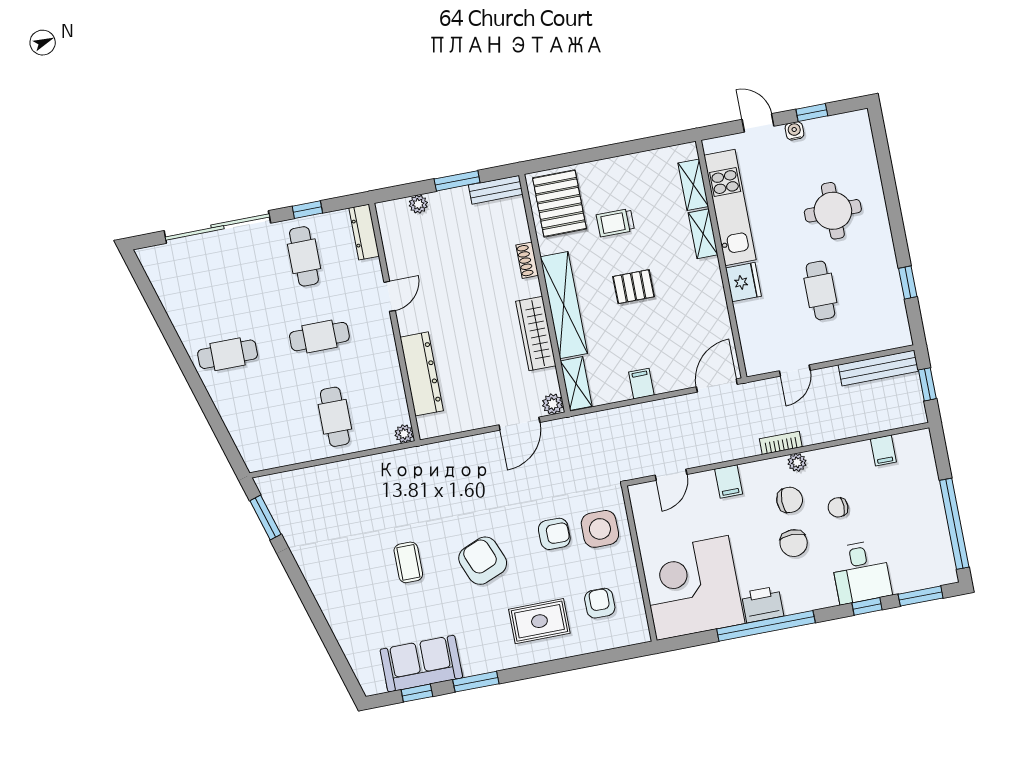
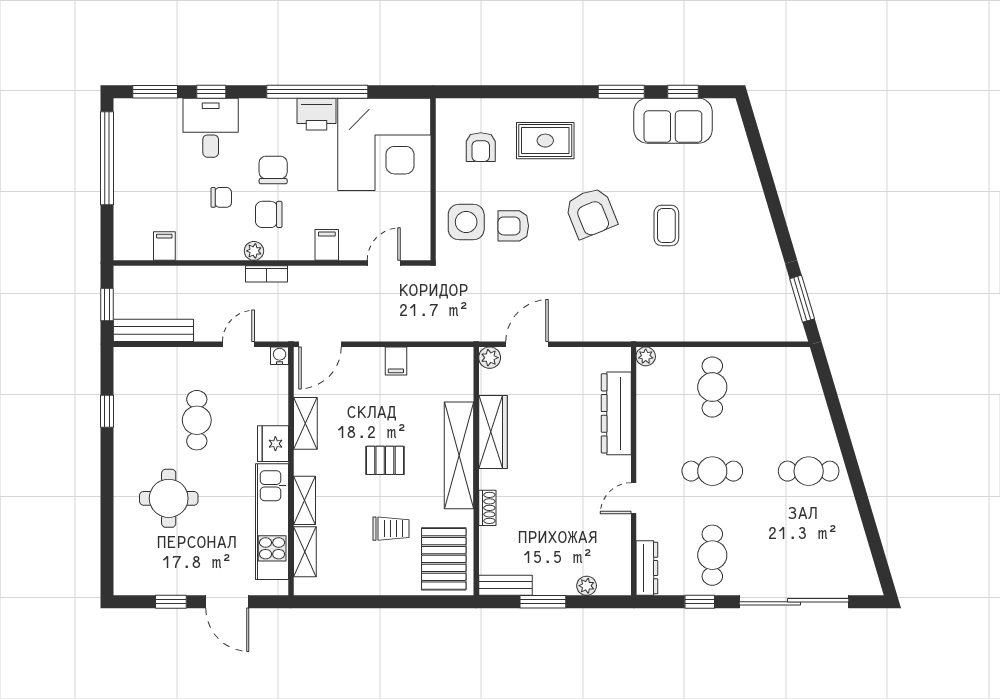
door: (758, 123) -> (227, 602), width x1.38
water cooler: (794, 131) -> (280, 356), moved, turned 180
shelving: (576, 384) -> (305, 423), moved

